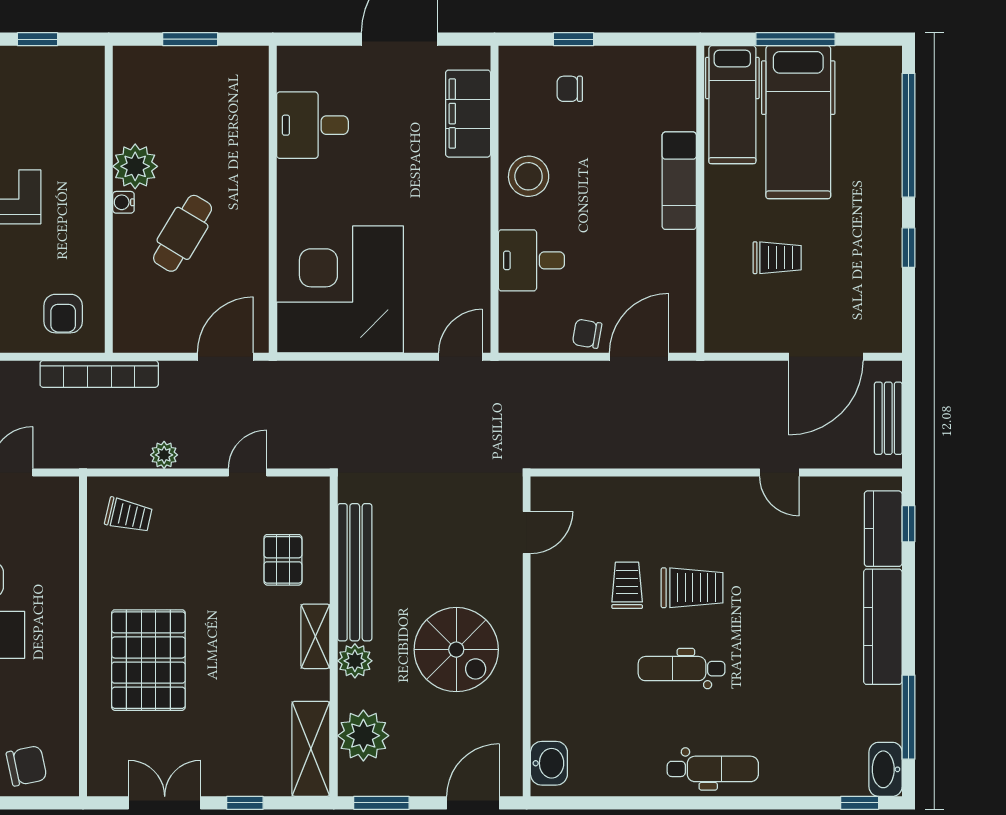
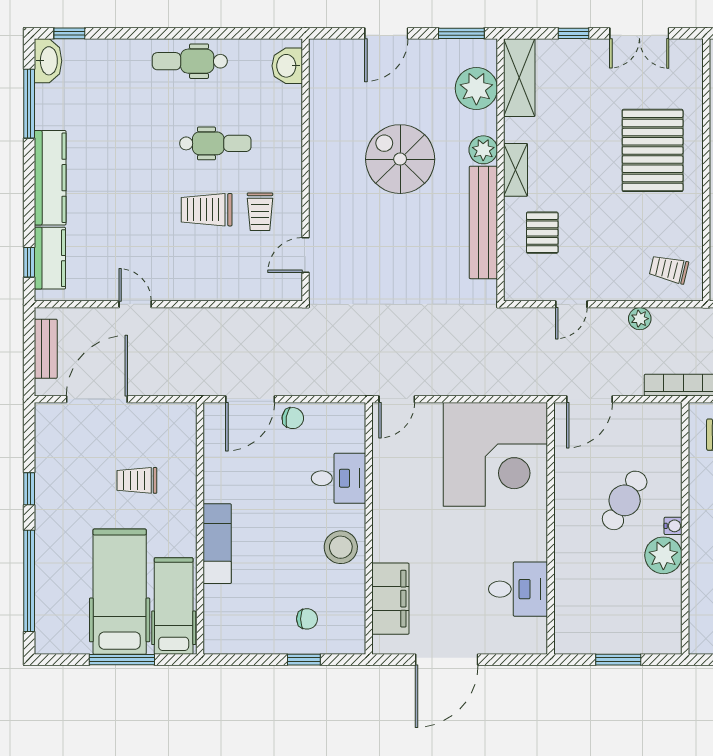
door: (527, 532) -> (305, 255), moved
wall: (527, 636) -> (305, 170), moved
washbasin: (549, 763) -> (287, 66), moved

